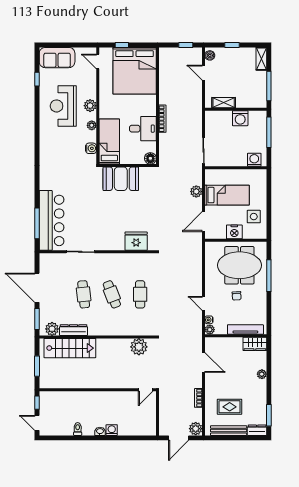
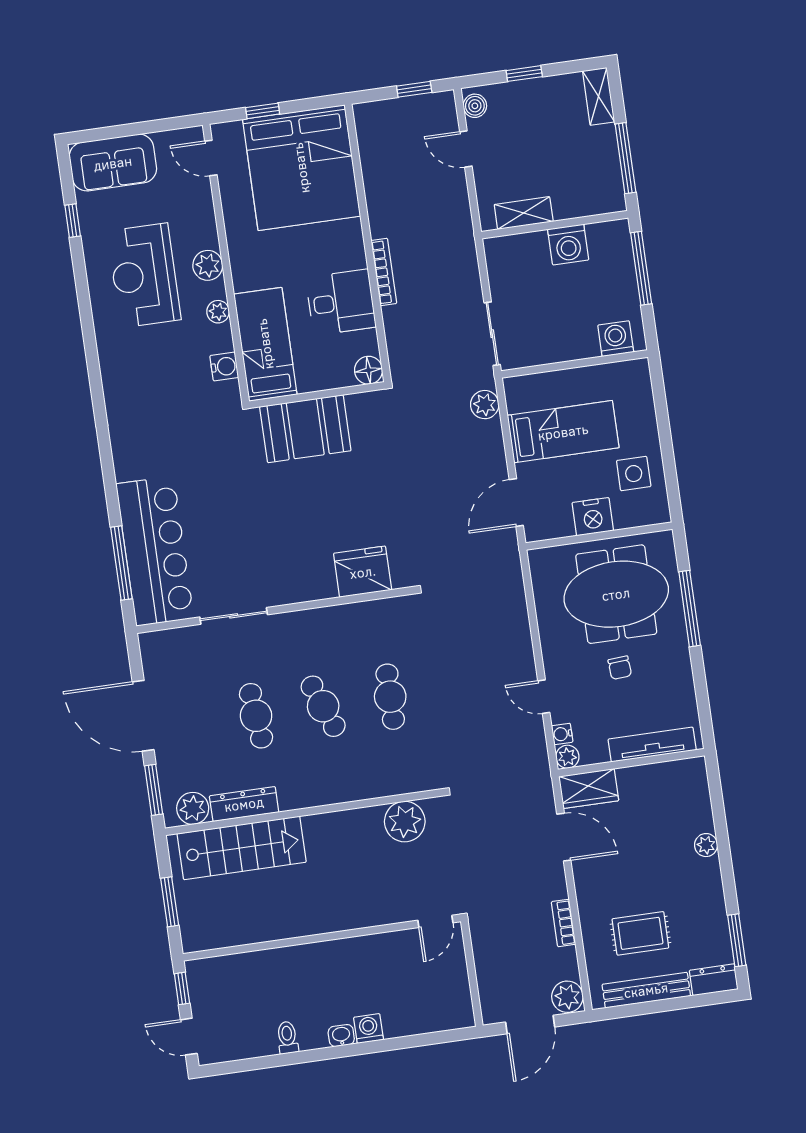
plant: (196, 192) -> (485, 405), moved
wardrobe: (255, 344) -> (589, 789), moved

